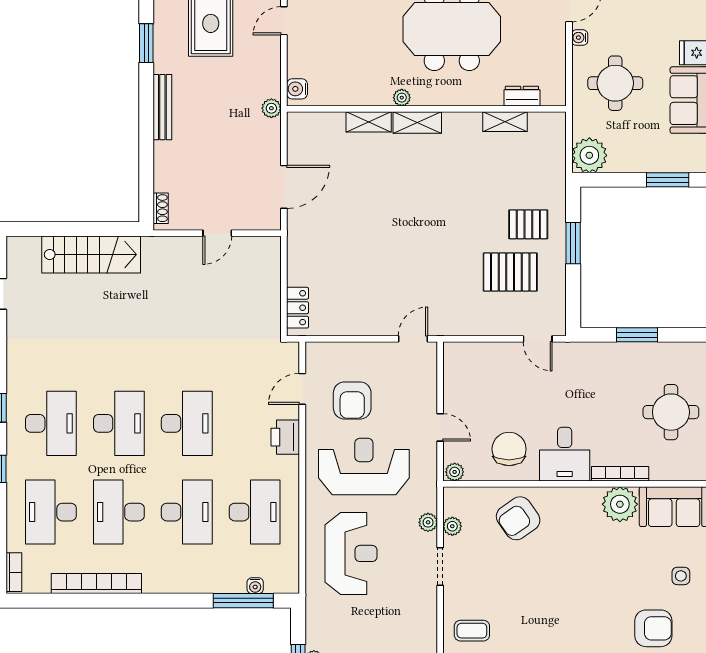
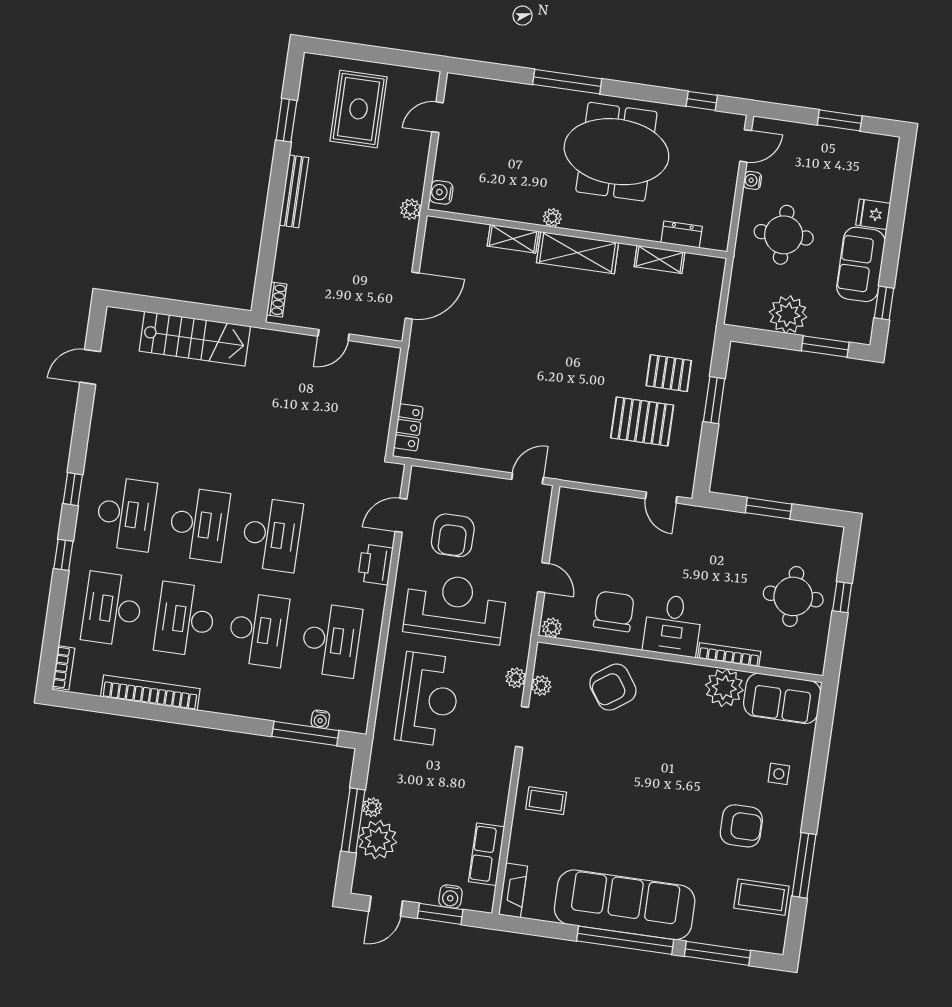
shelving: (417, 123) -> (578, 253), width x1.50, depth x1.33
plant: (589, 155) -> (788, 314), moved

